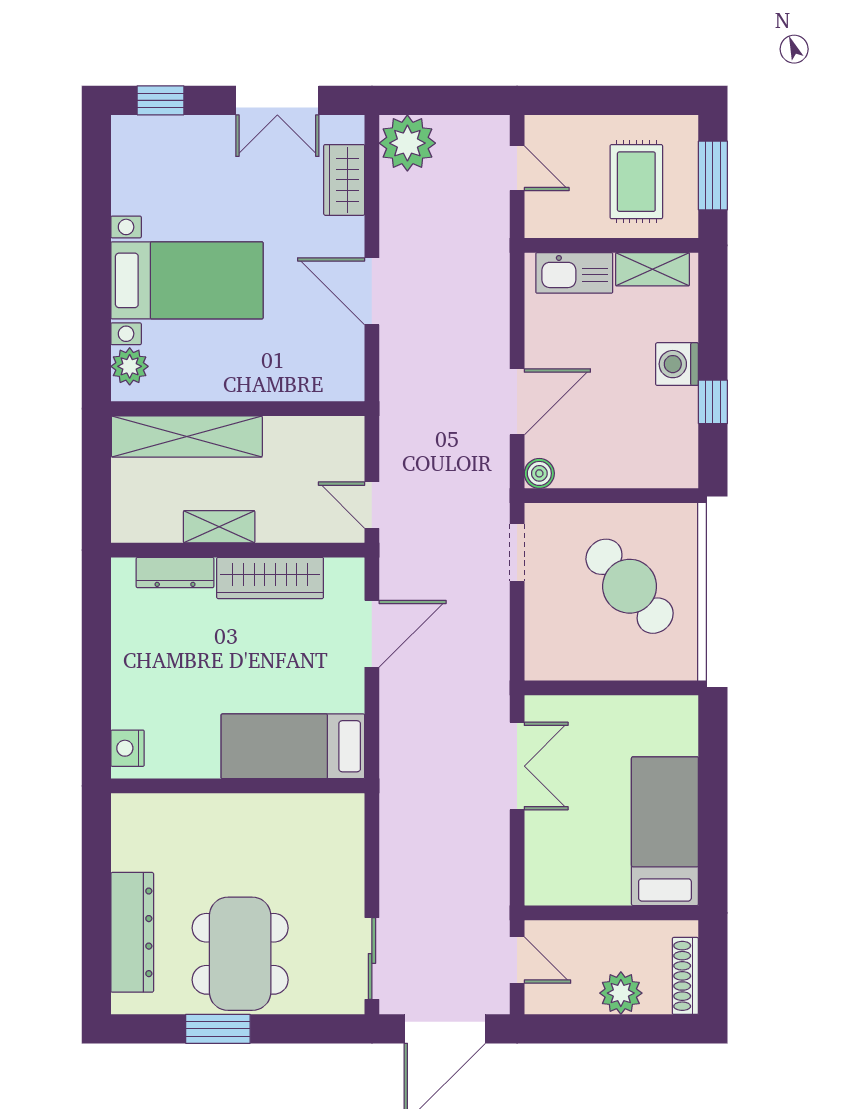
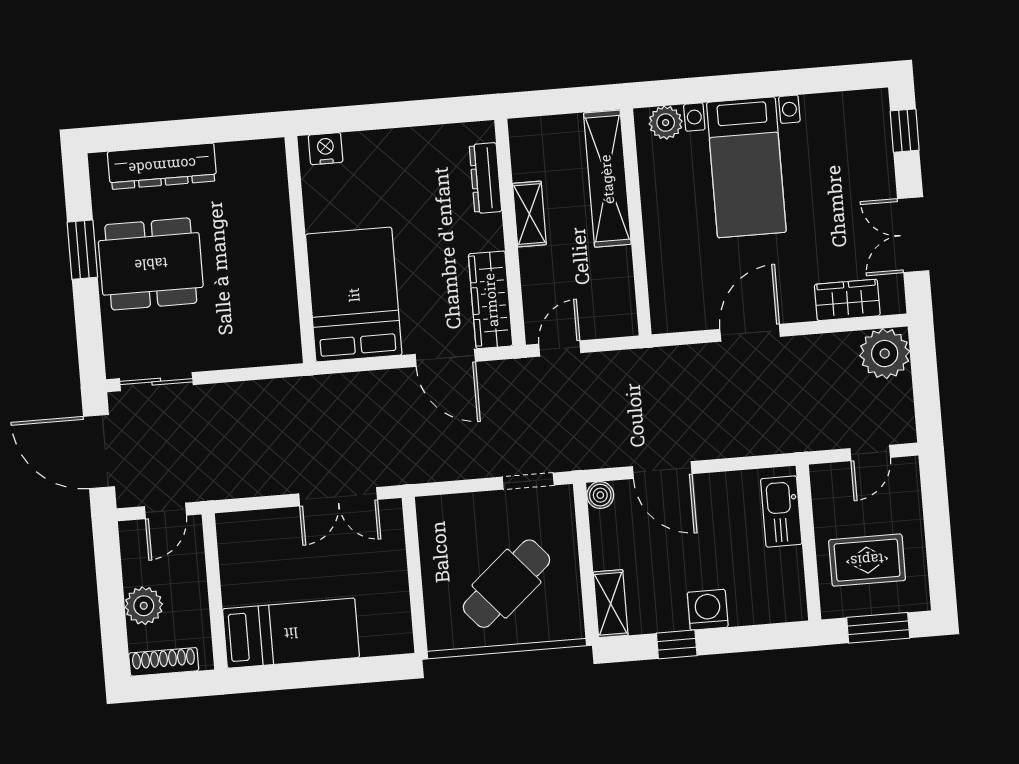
shelving: (653, 269) -> (611, 604), moved
wardrobe: (270, 578) -> (491, 300), moved
bed: (293, 746) -> (354, 295), width x1.50

